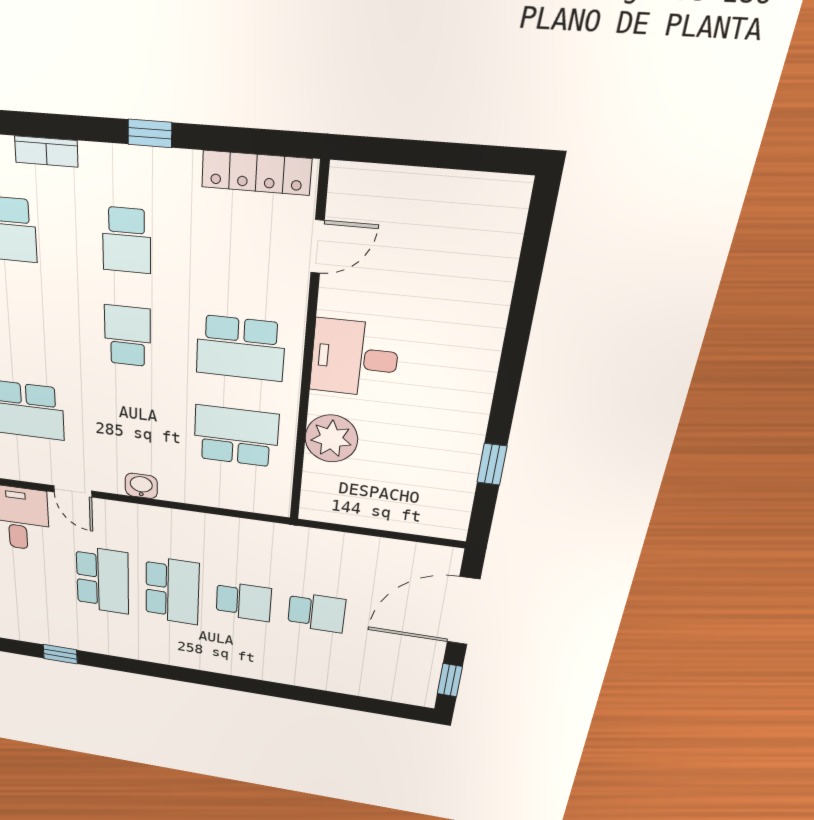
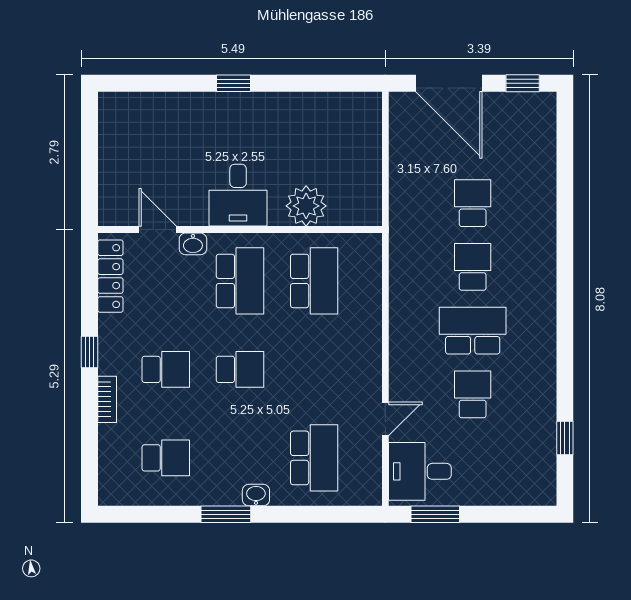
bookcase: (46, 152) -> (107, 399), moved
school desk: (128, 336) -> (240, 369), turned 180
school desk: (236, 436) -> (314, 281), turned 180
window: (492, 464) -> (234, 83), moved
washbasin: (141, 486) -> (193, 244), moved, turned -90
school desk: (103, 580) -> (473, 394), width x0.54

